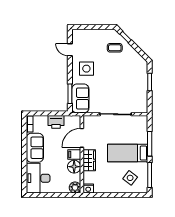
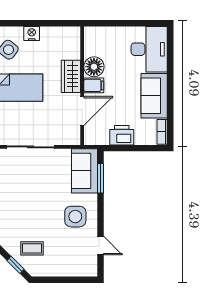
plant: (75, 188) -> (93, 35), removed
nightstand: (88, 189) -> (32, 33), moved

